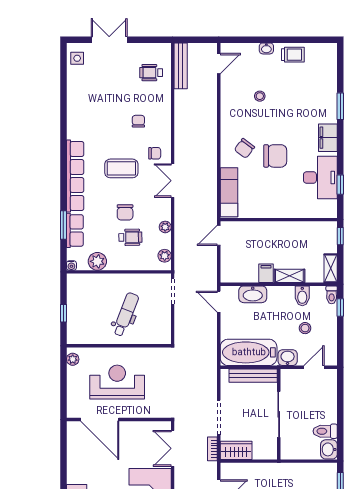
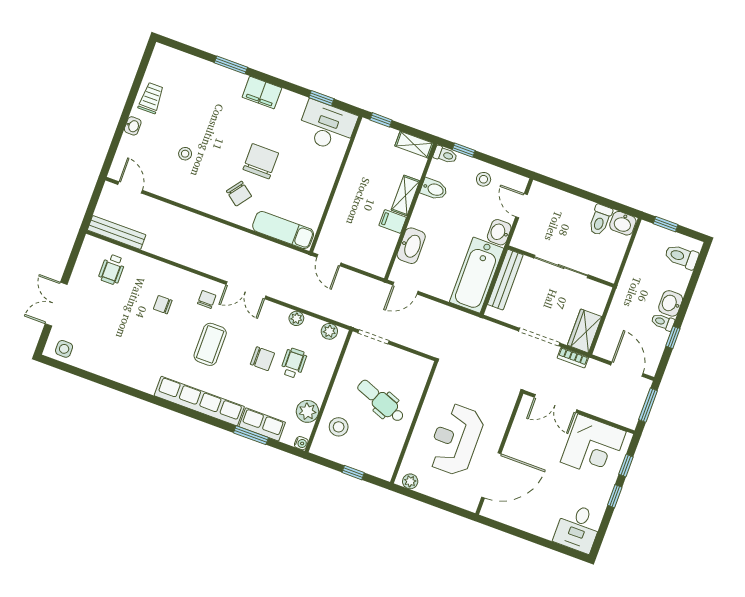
desk: (320, 178) -> (327, 126), moved
stool: (94, 289) -> (339, 427), added
stool: (305, 328) -> (484, 179), moved

